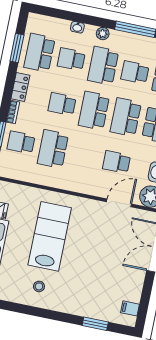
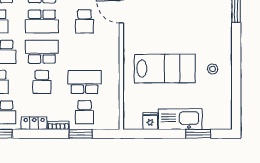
school desk: (94, 111) -> (42, 52), turned 180
school desk: (53, 149) -> (85, 82), turned 180
lab bench: (50, 236) -> (165, 69), turned 180

